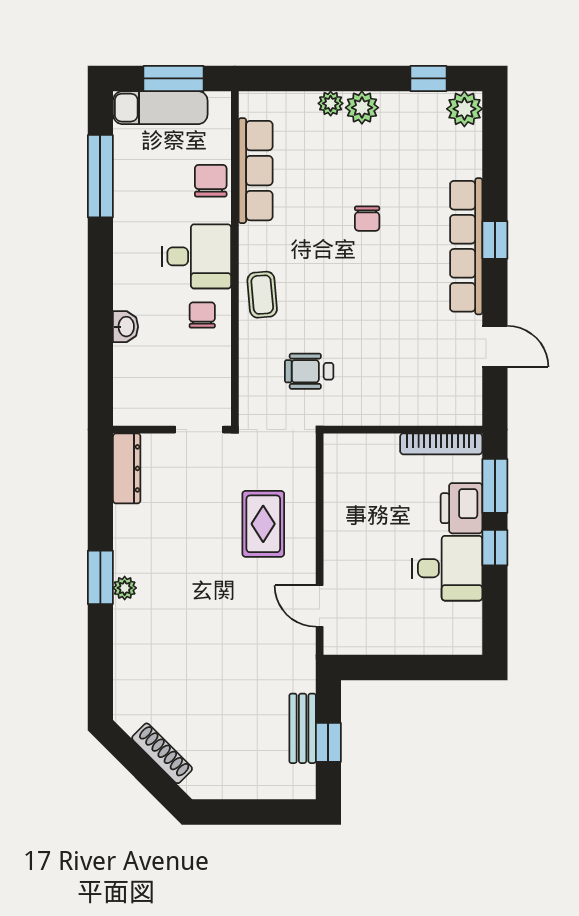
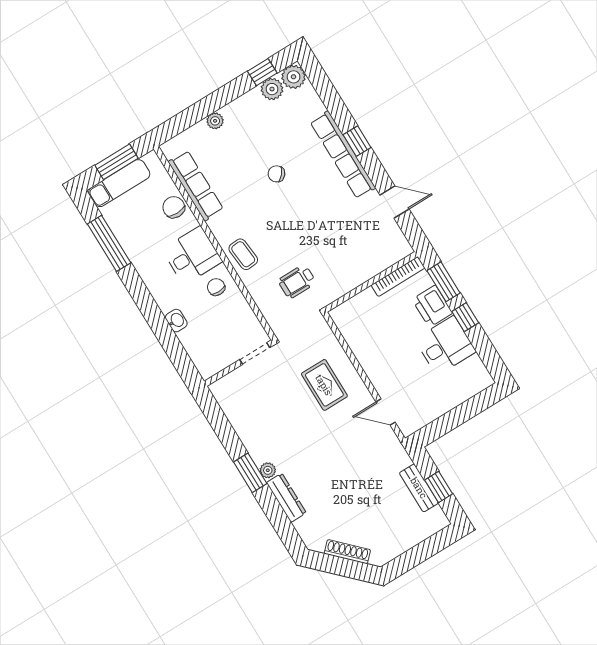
plant: (362, 108) -> (272, 89), moved
chair: (367, 219) -> (276, 174), turned 131
dresser: (127, 468) -> (286, 498), moved

